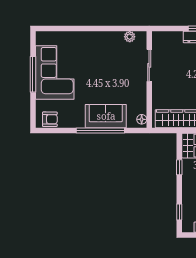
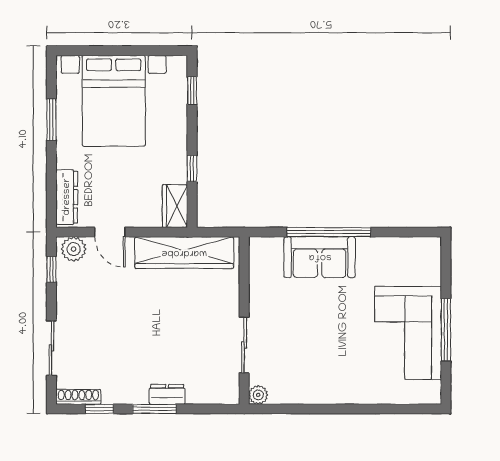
plant: (130, 37) -> (258, 395), moved
armchair: (50, 119) -> (417, 252), removed
floor lamp: (142, 119) -> (257, 252), removed

